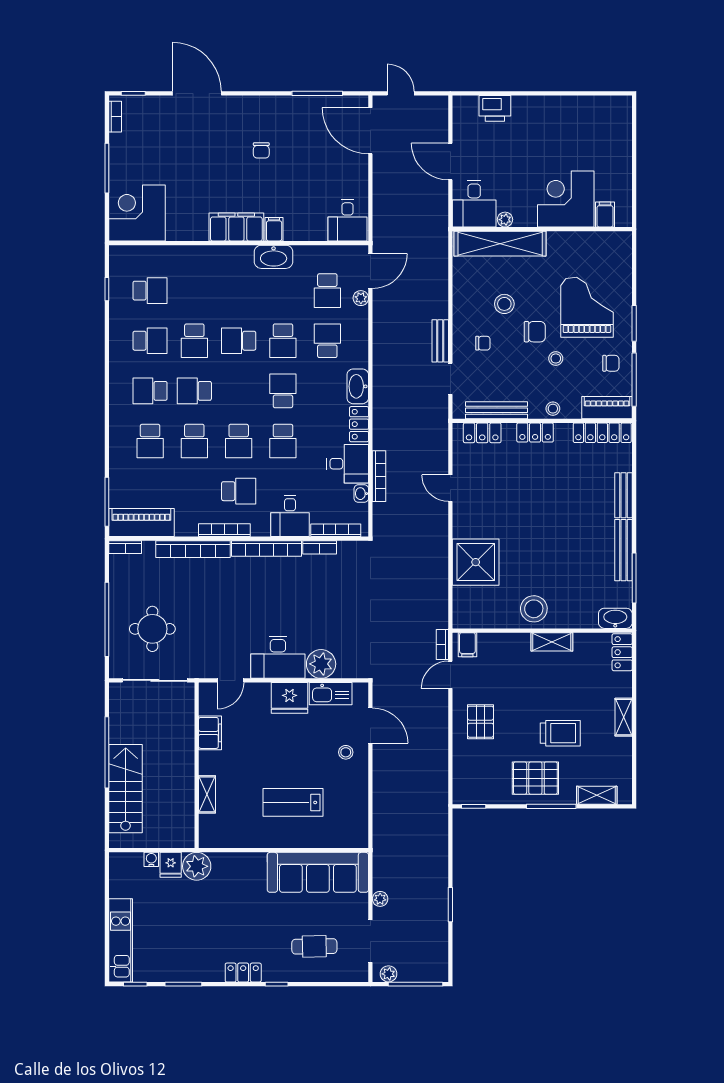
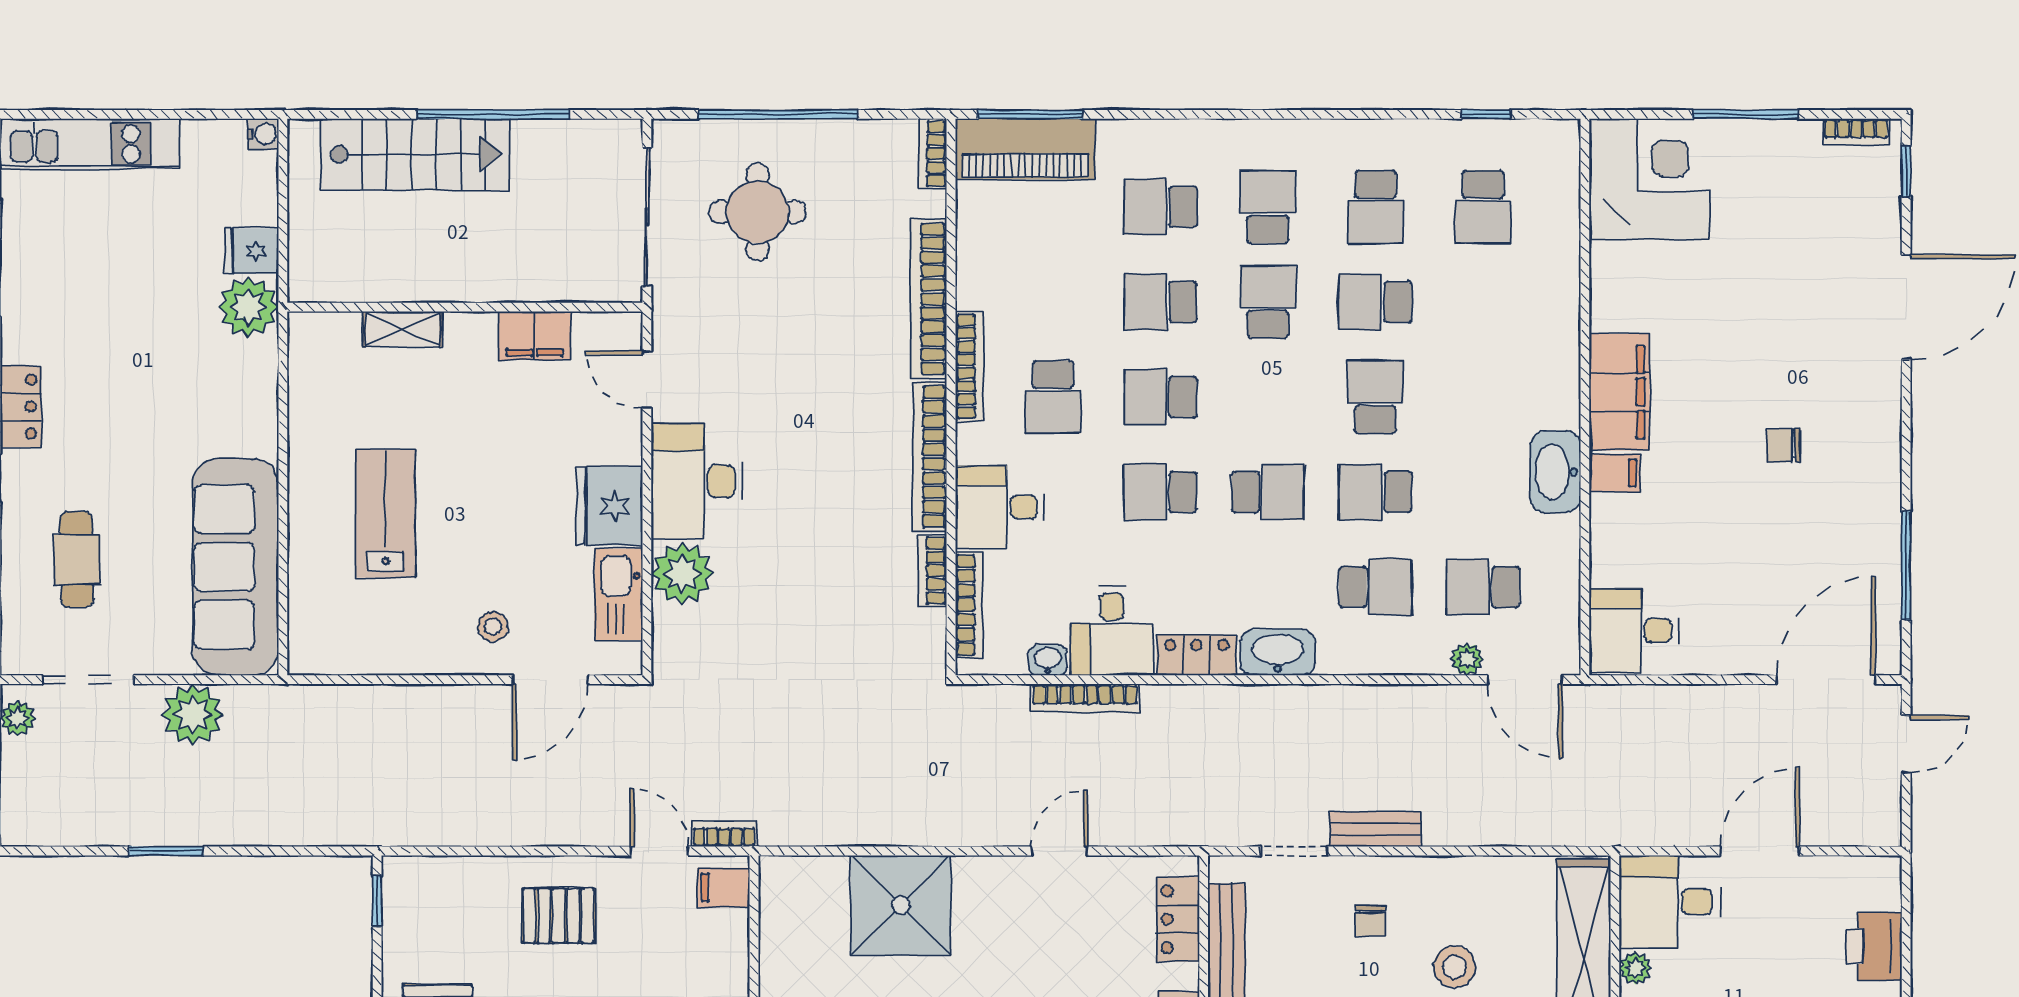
piano: (141, 523) -> (1025, 149), moved, turned 90
water cooler: (151, 859) -> (263, 134), moved
plant: (380, 899) -> (193, 715), width x1.88, depth x1.88

